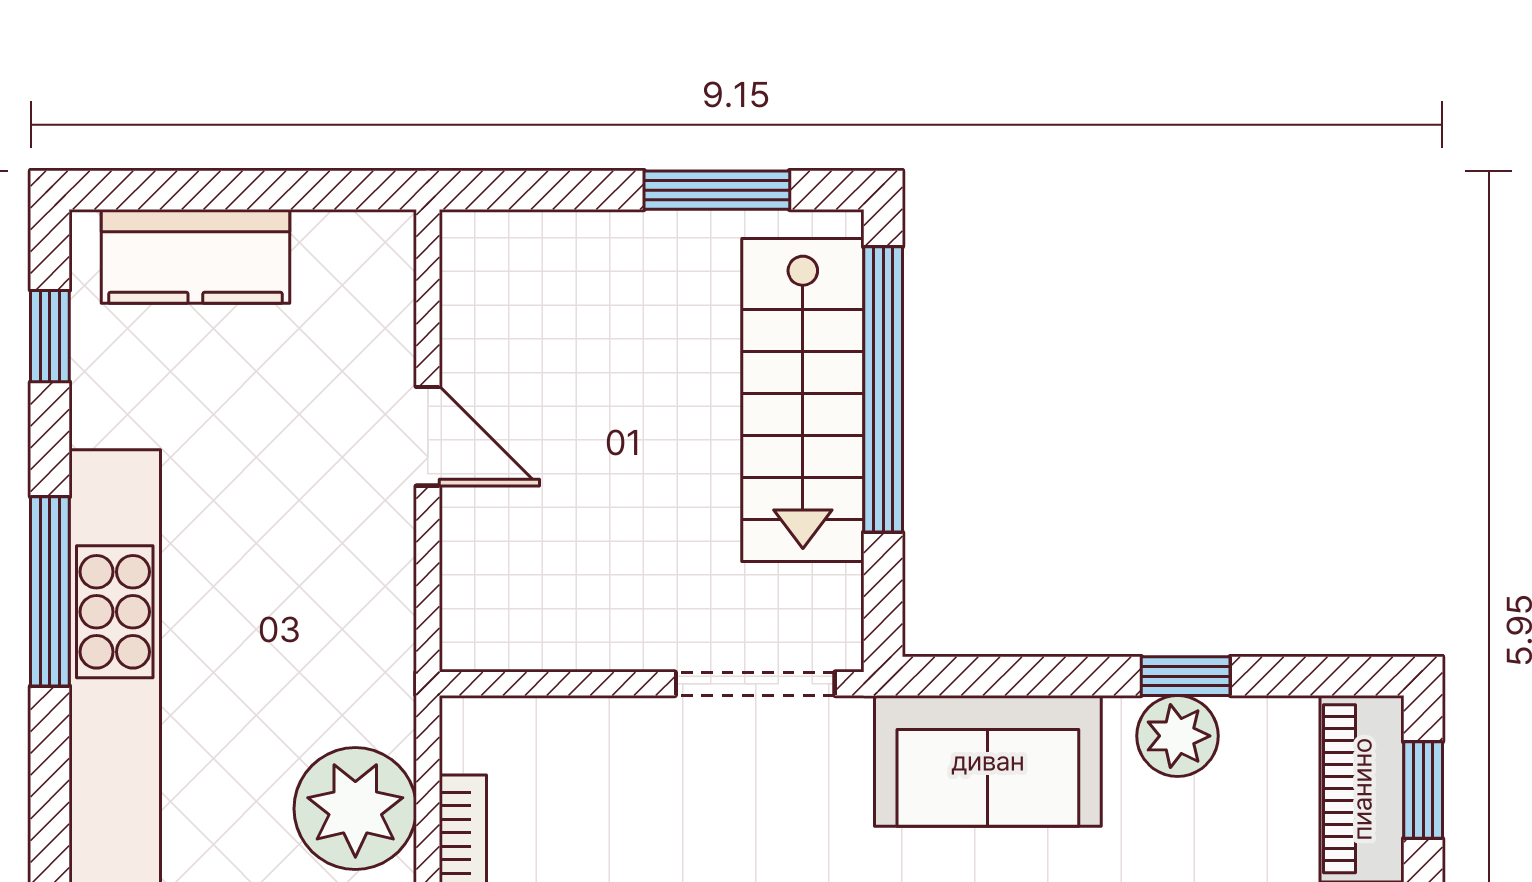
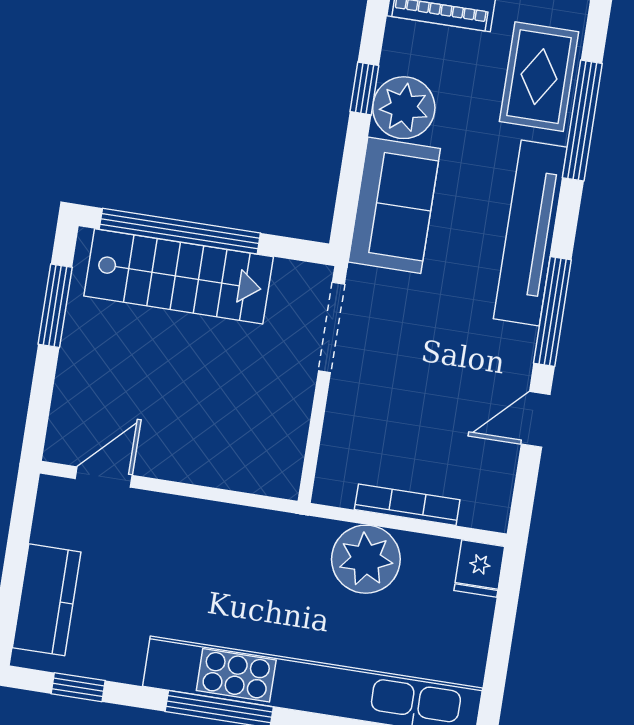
door: (428, 436) -> (104, 477), moved
plant: (1178, 736) -> (404, 108), width x1.36, depth x1.36

